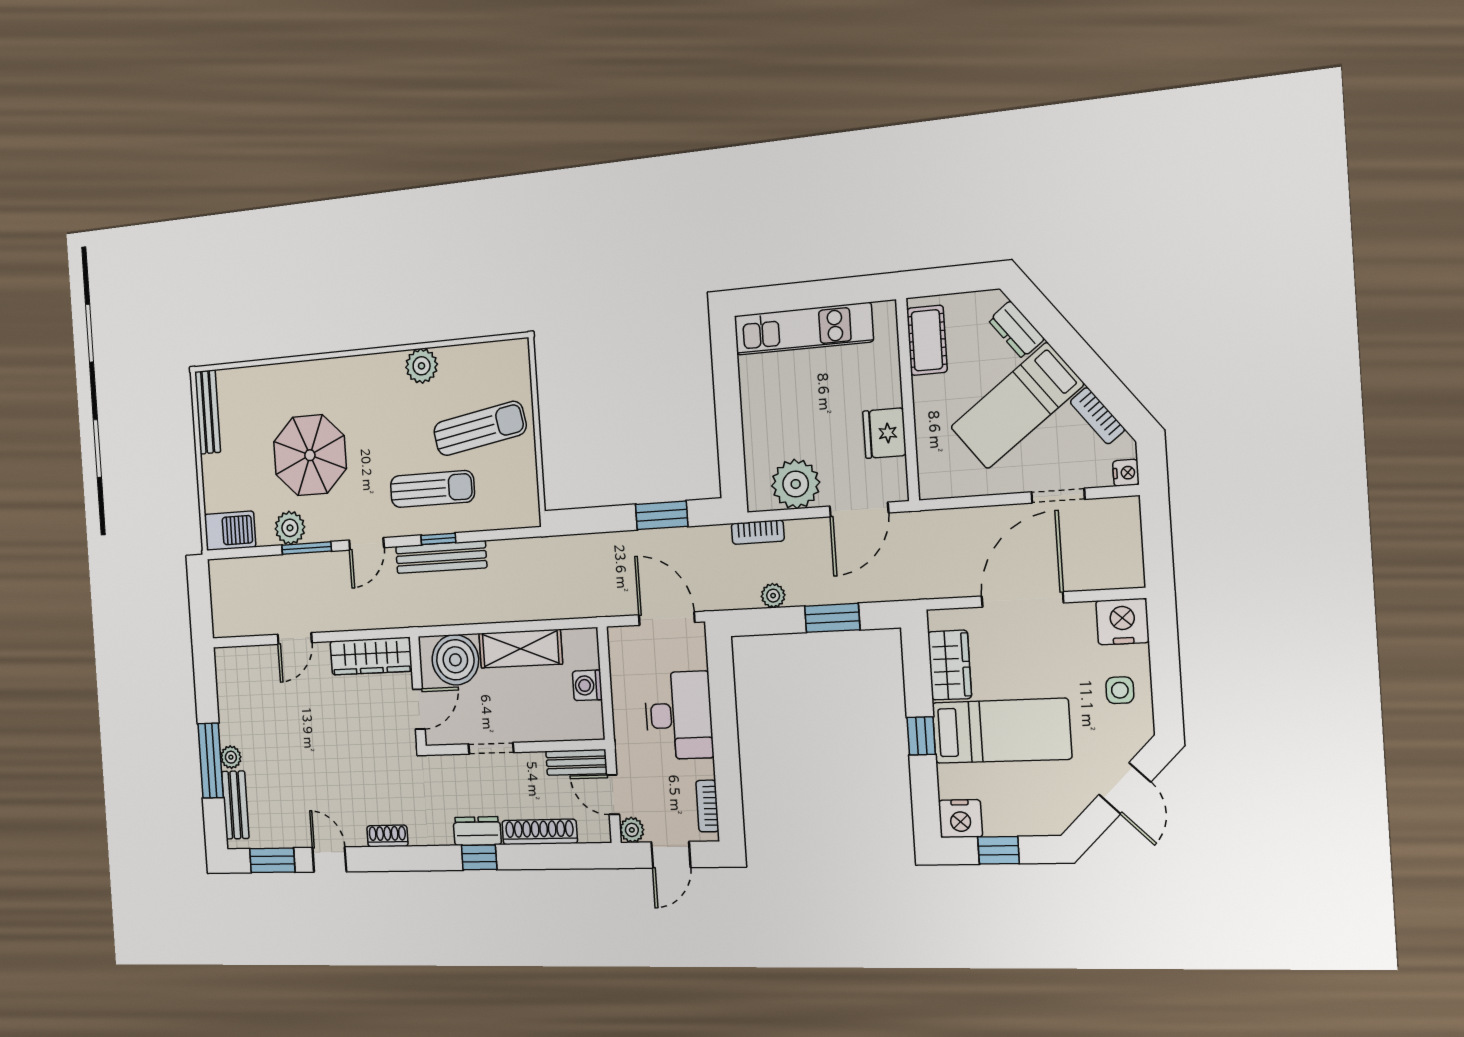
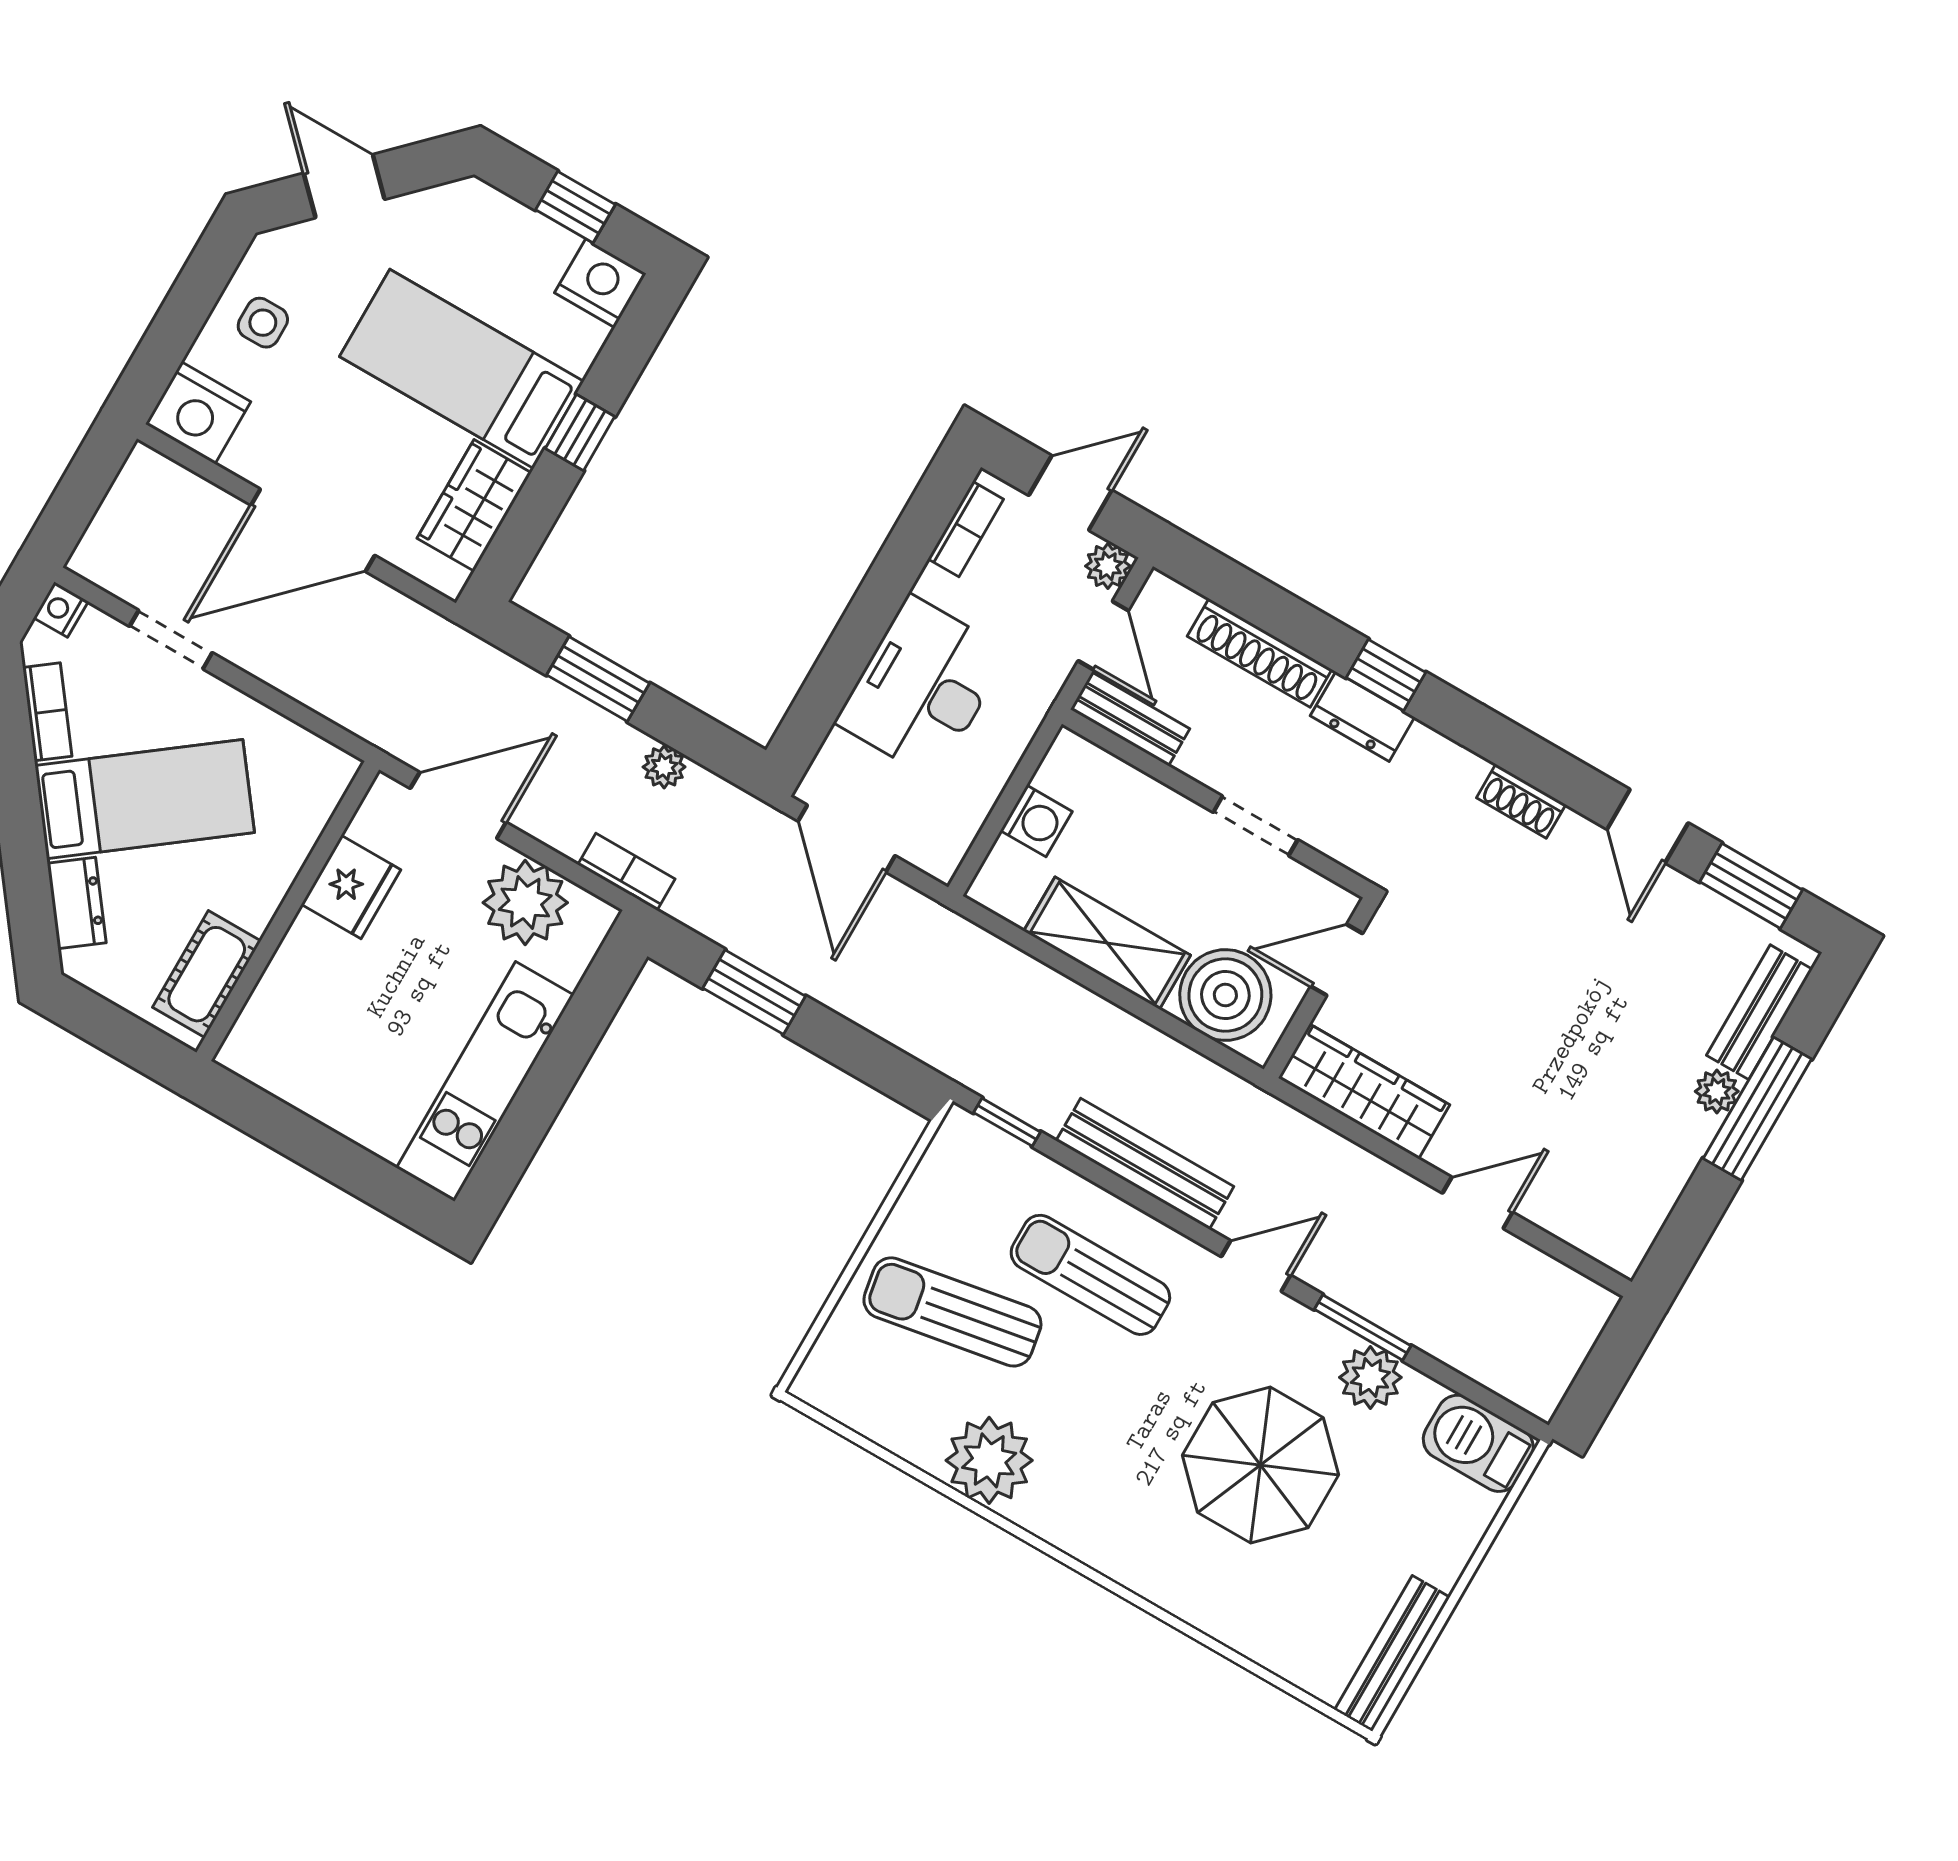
kitchen unit: (803, 329) -> (485, 1081), moved, turned -90
plant: (422, 366) -> (989, 1460), width x1.36, depth x1.36
window: (438, 539) -> (1007, 1122), moved
door: (1125, 788) -> (344, 186), hinge flipped

